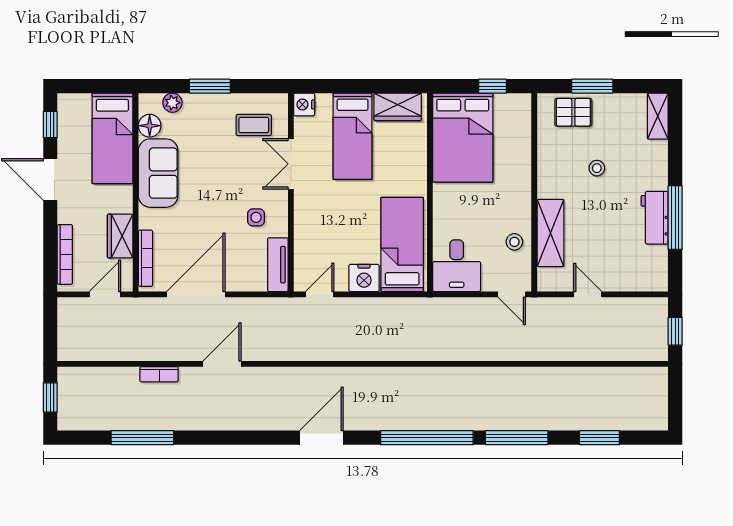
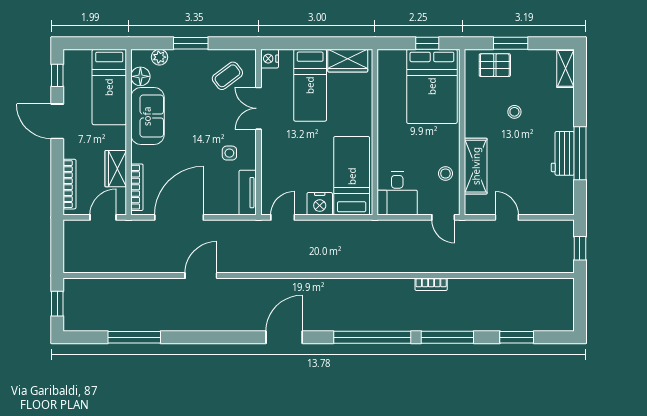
coffee table: (254, 125) -> (227, 76), turned -37
bed: (463, 138) -> (432, 86), moved
bookcase: (159, 374) -> (431, 284), moved

